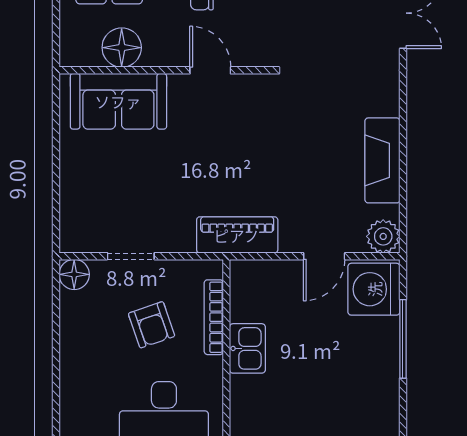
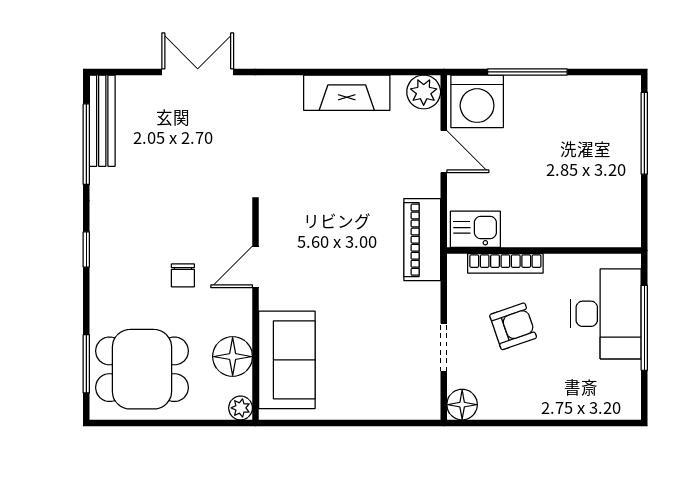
plant: (71, 55) -> (241, 408), added
kitchen sink: (247, 348) -> (475, 229), moved

